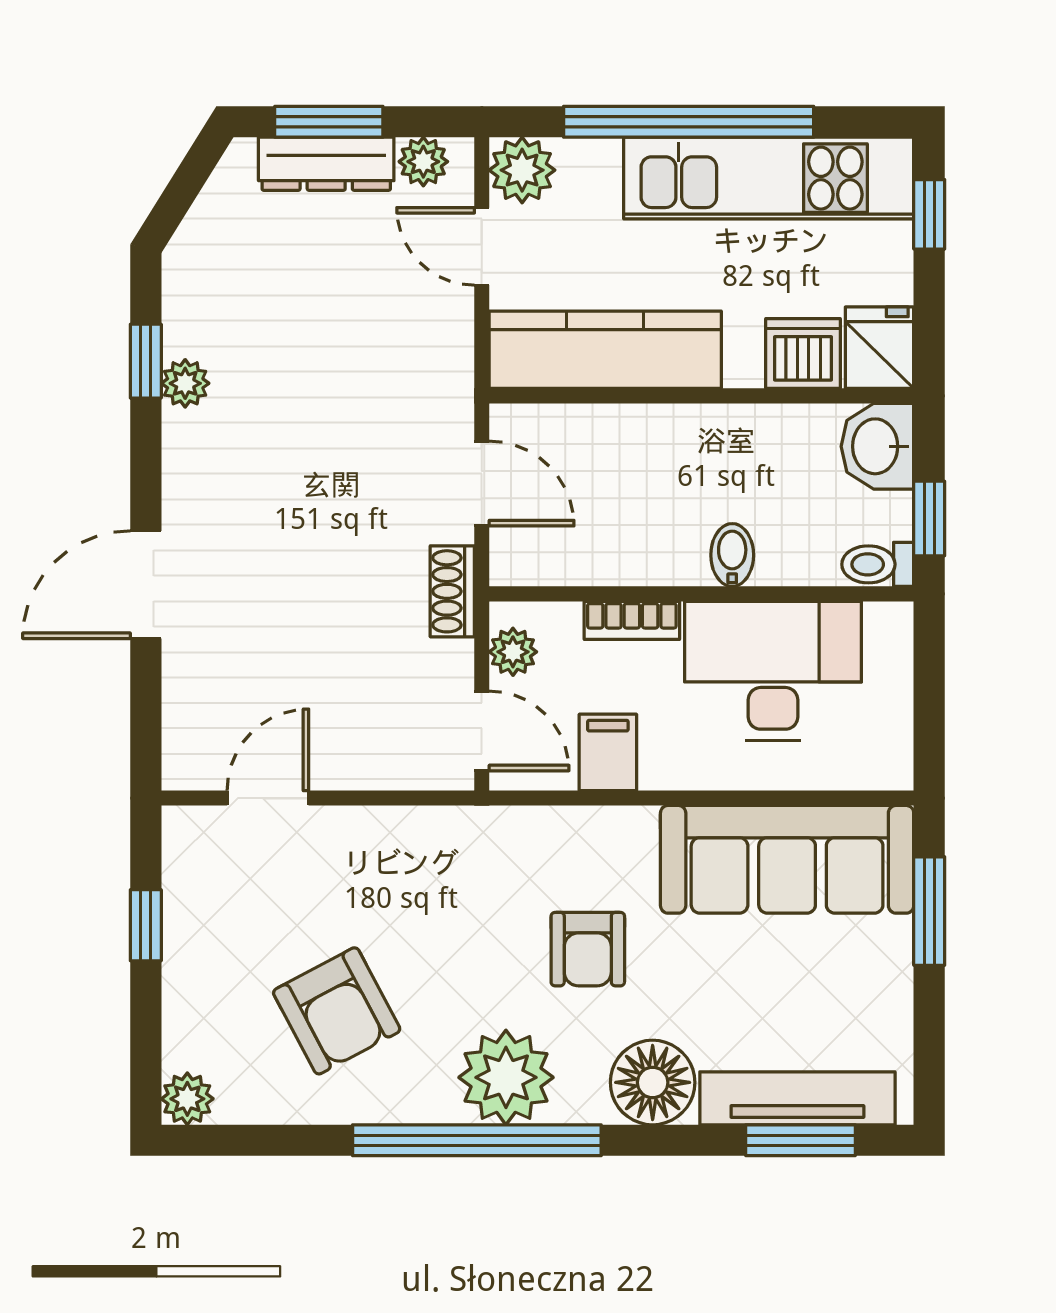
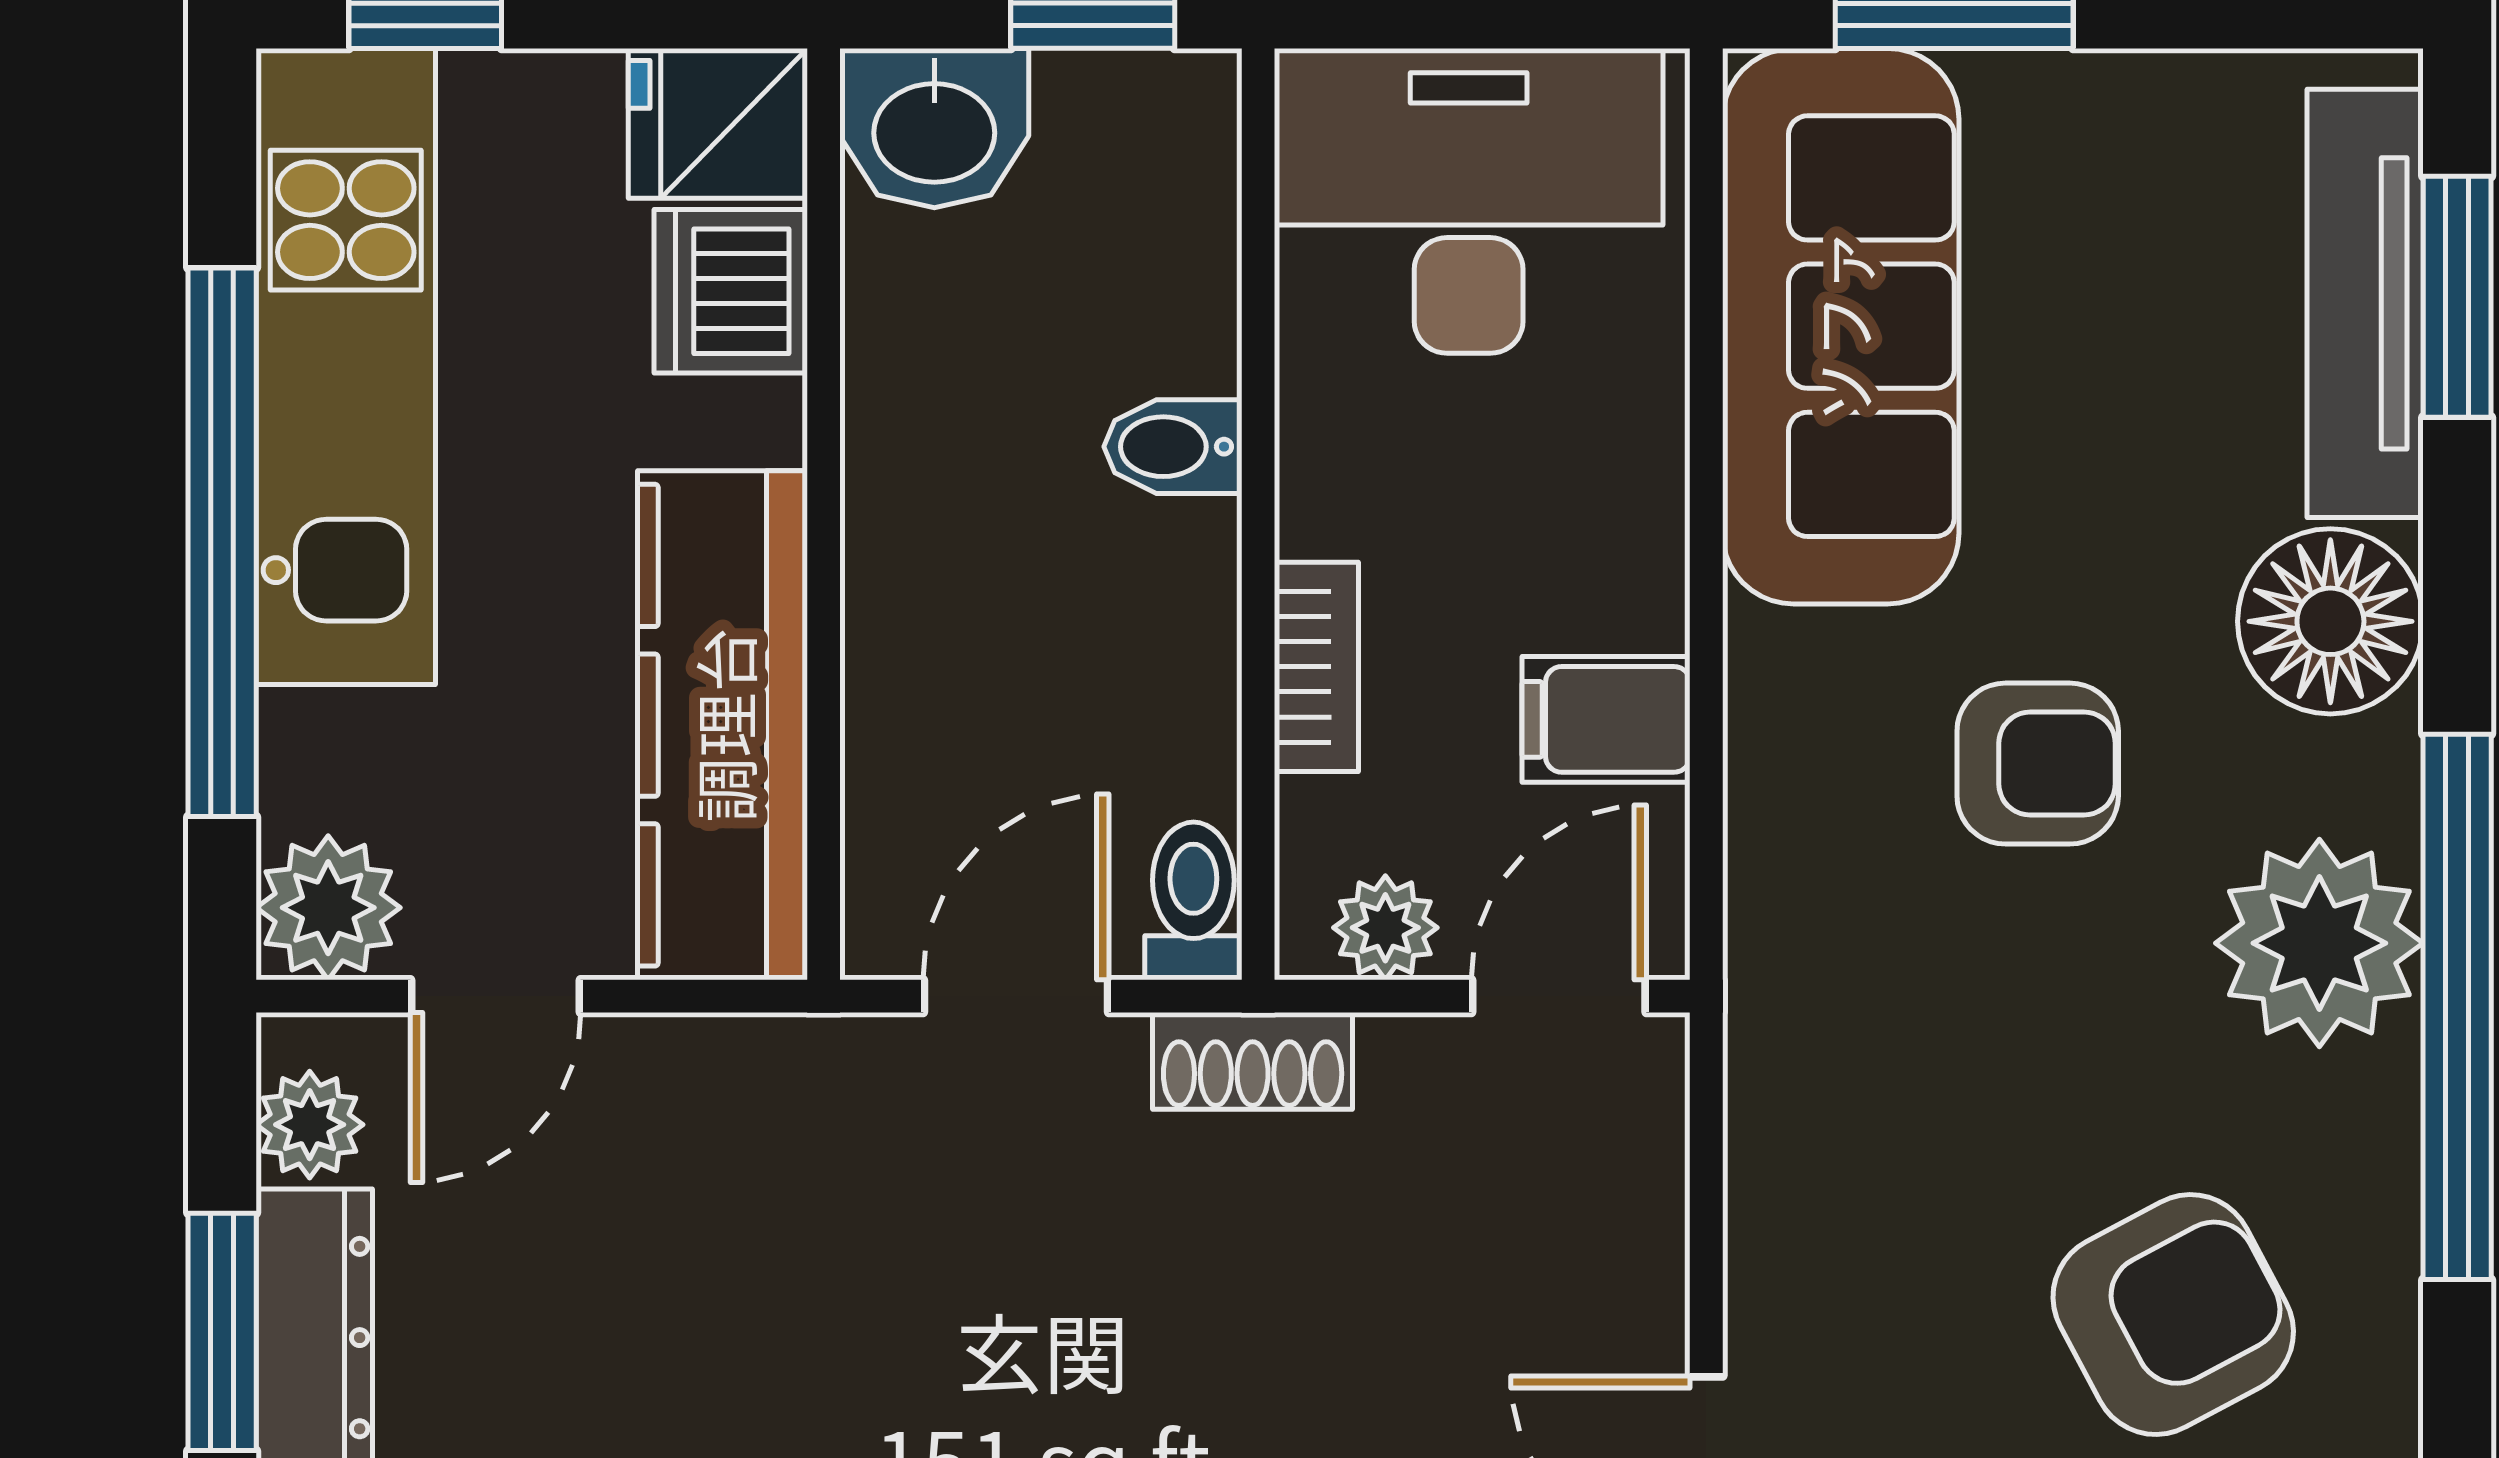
toilet: (878, 564) -> (1193, 901), moved, turned 180
desk: (773, 671) -> (1469, 201), moved, turned 90

